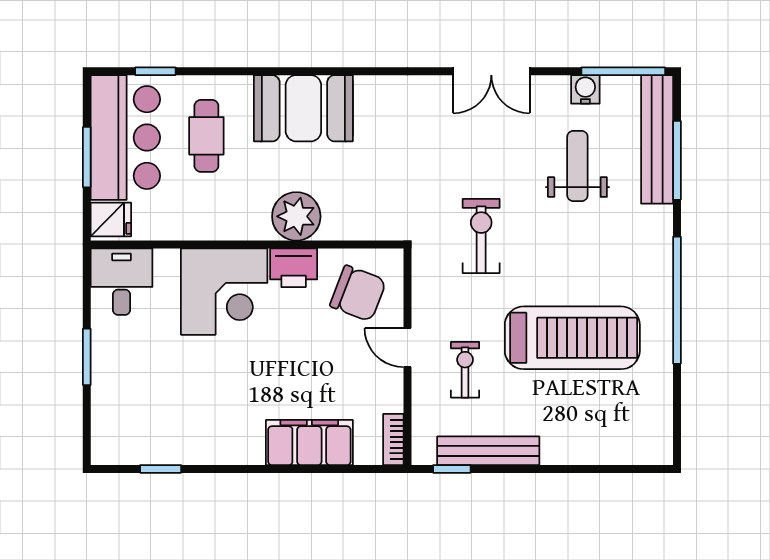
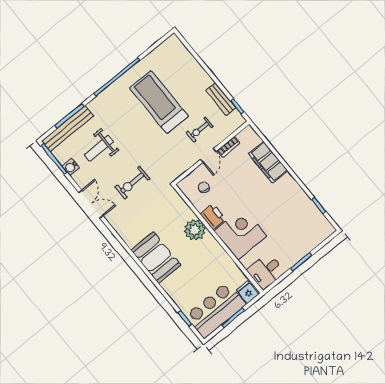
cafe table: (206, 136) -> (192, 283), removed
exercise bike: (481, 236) -> (132, 183), moved
chair: (358, 293) -> (204, 187), width x0.54, depth x0.54
bookcase: (393, 439) -> (228, 147), moved
bench: (488, 451) -> (221, 99), width x0.73

